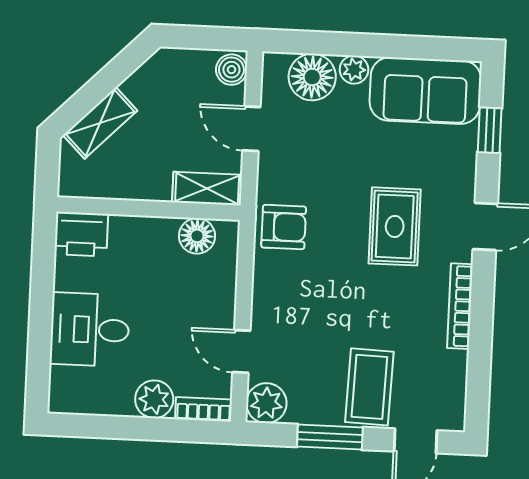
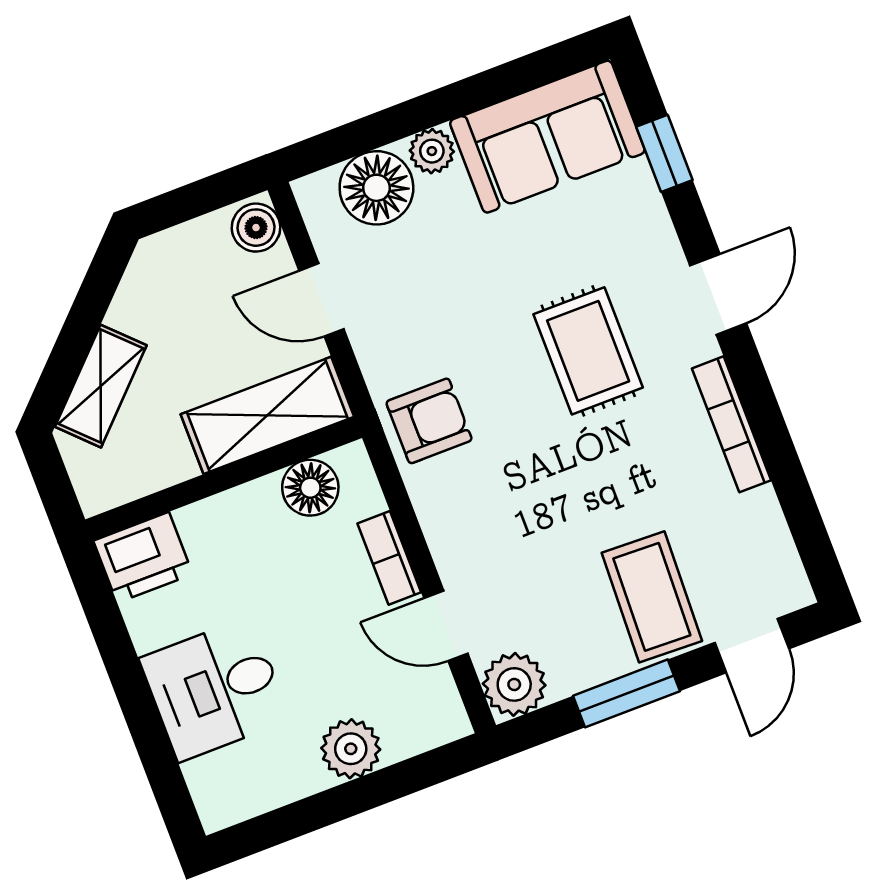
shelving: (207, 189) -> (267, 415), width x1.50, depth x1.33
bookcase: (204, 409) -> (389, 558), moved, turned -90

